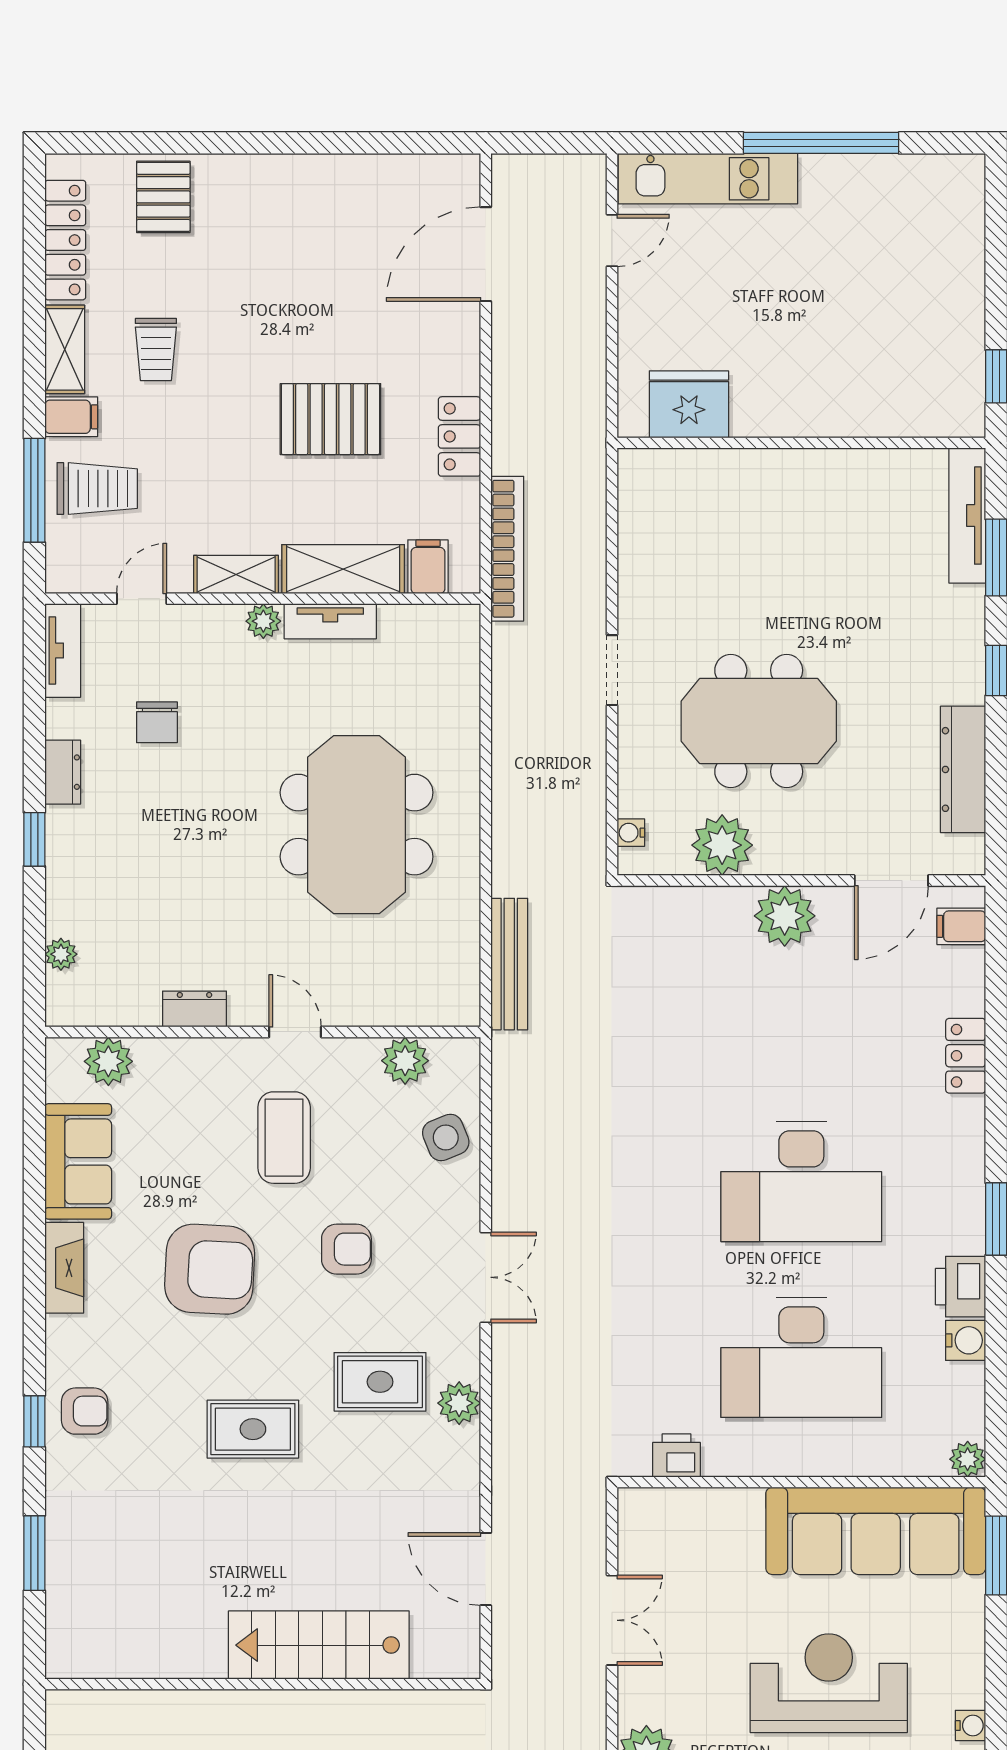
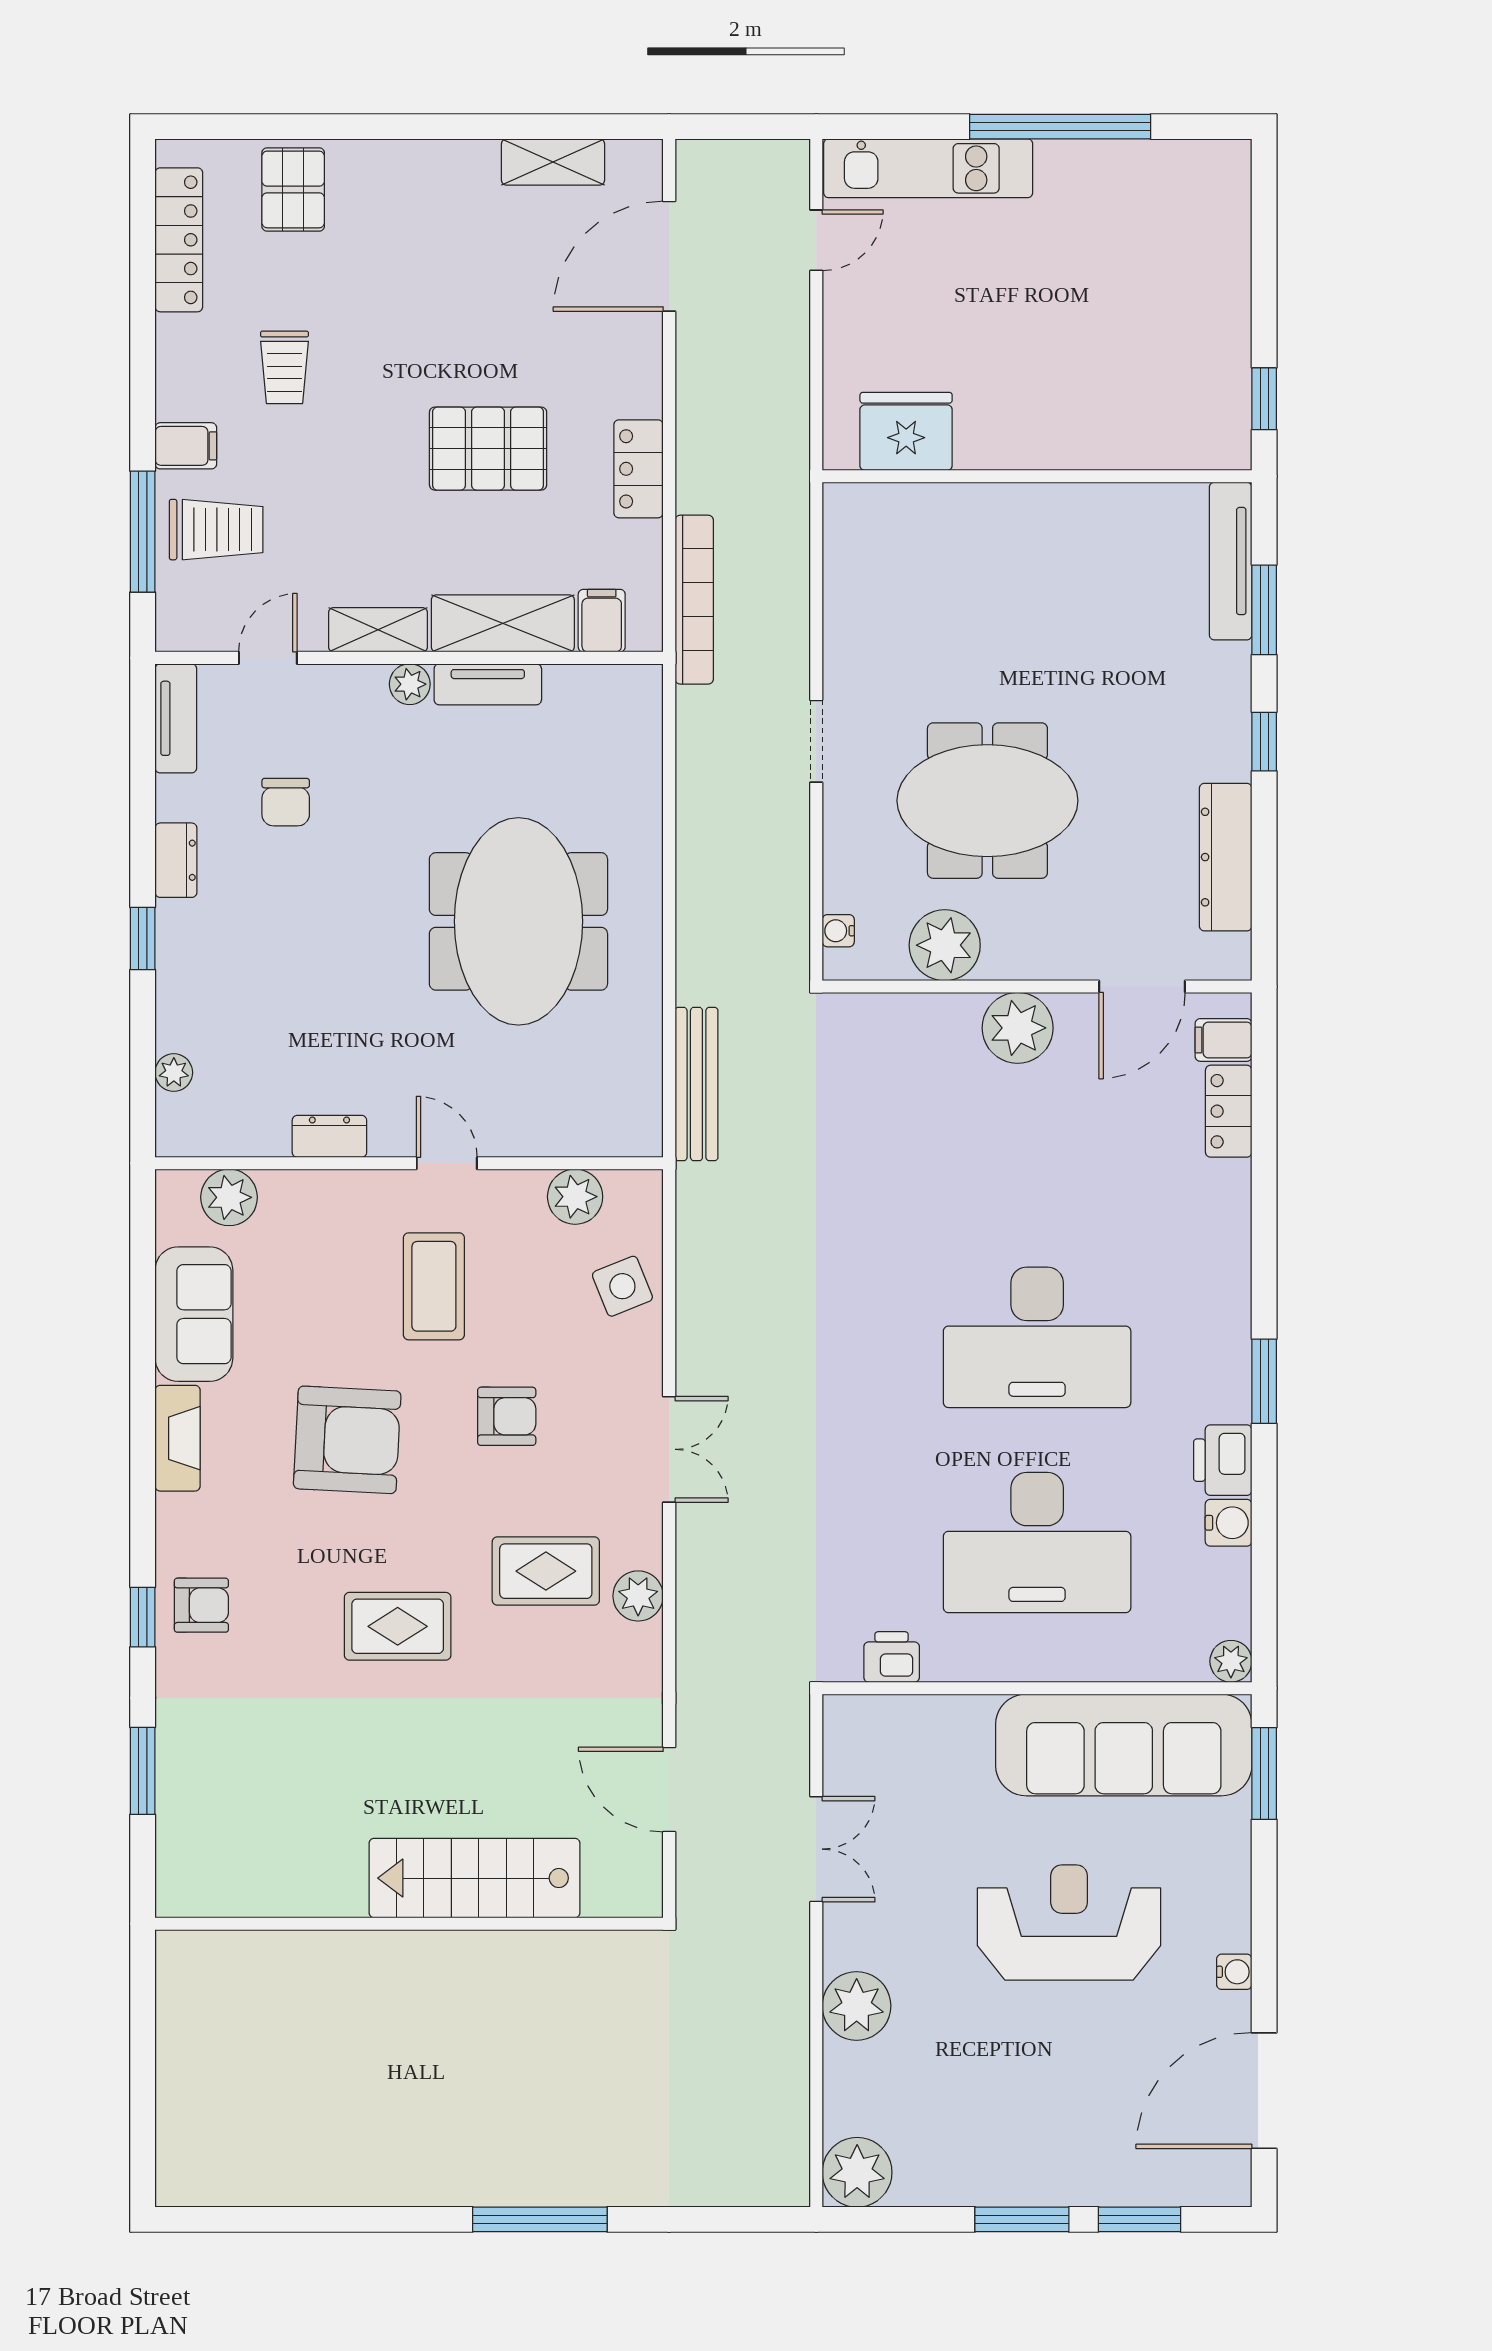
shelving: (65, 349) -> (553, 162), moved, turned 90
locker: (966, 1056) -> (1229, 1111), moved

